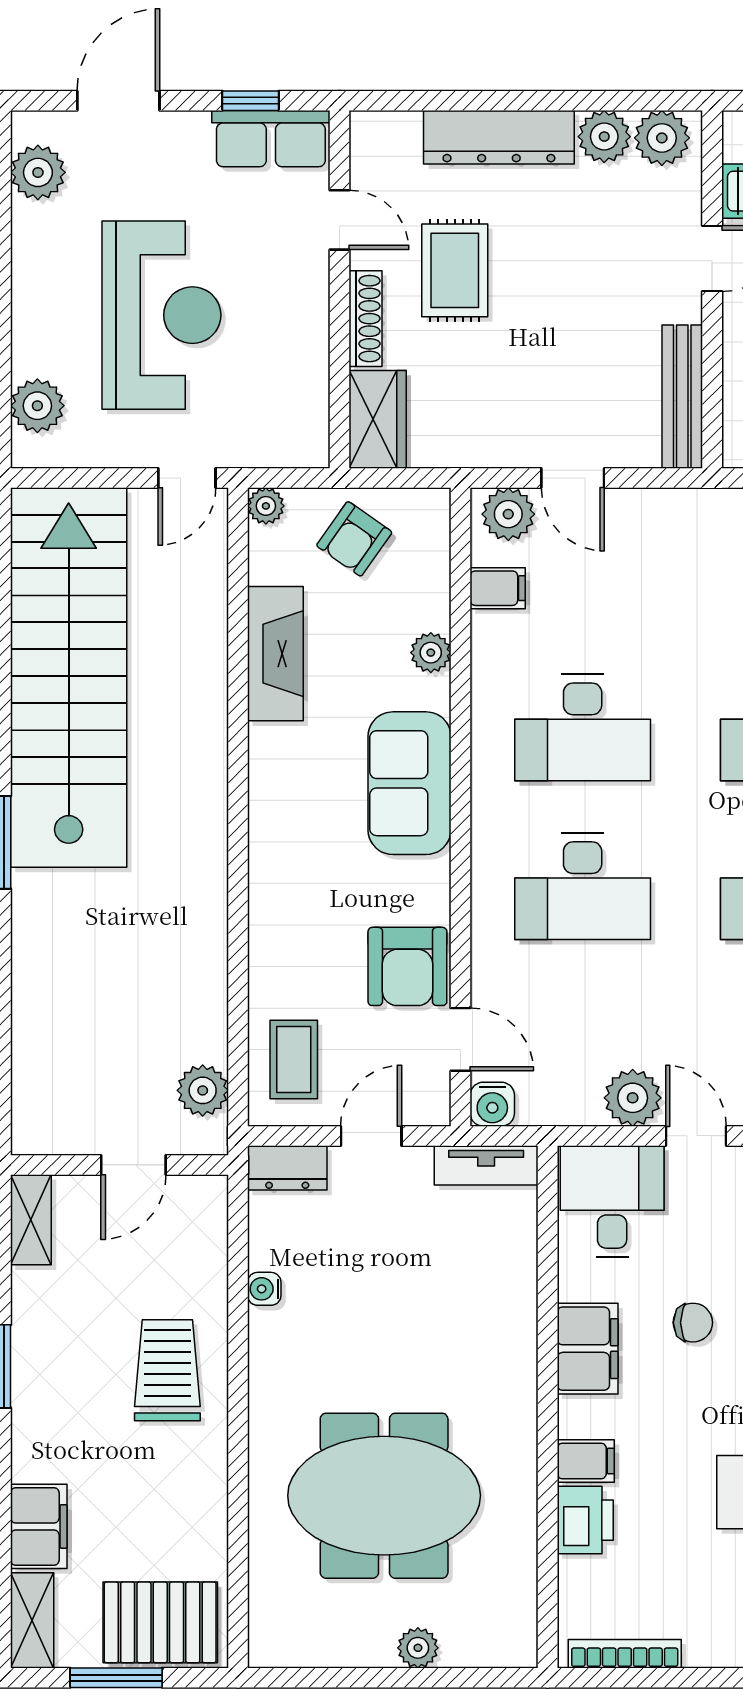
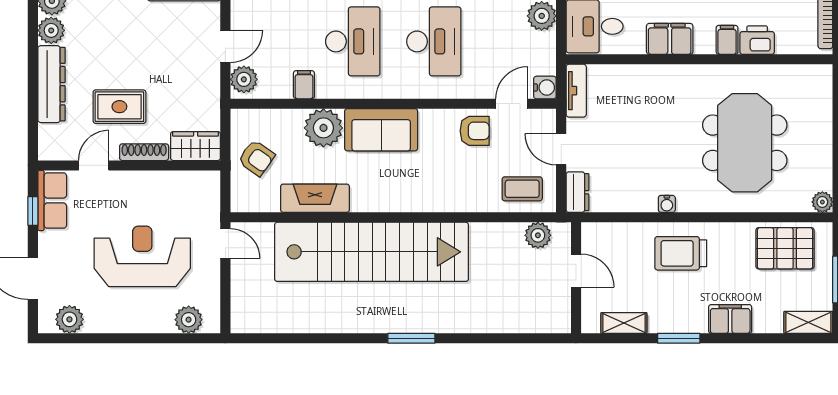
plant: (266, 506) -> (240, 203), removed
filing cabinet: (498, 588) -> (304, 85), moved
plant: (431, 653) -> (323, 128), width x1.88, depth x1.88
stairs: (69, 678) -> (372, 252), moved, turned 180
armchair: (407, 966) -> (475, 131), width x0.72, depth x0.72
shelving: (31, 1220) -> (624, 323), moved
water cooler: (264, 1289) -> (667, 204), moved
filing cabinet: (39, 1526) -> (730, 319), moved
pallet: (160, 1622) -> (785, 248), moved, turned 90
plant: (418, 1648) -> (822, 202), moved

